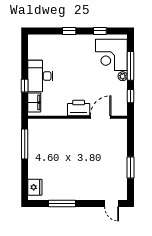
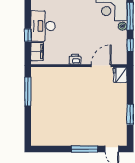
printer: (79, 108) -> (75, 59), width x0.53, depth x0.68
fridge: (35, 187) -> (120, 75), moved, turned 180
window: (62, 203) -> (84, 149), moved

